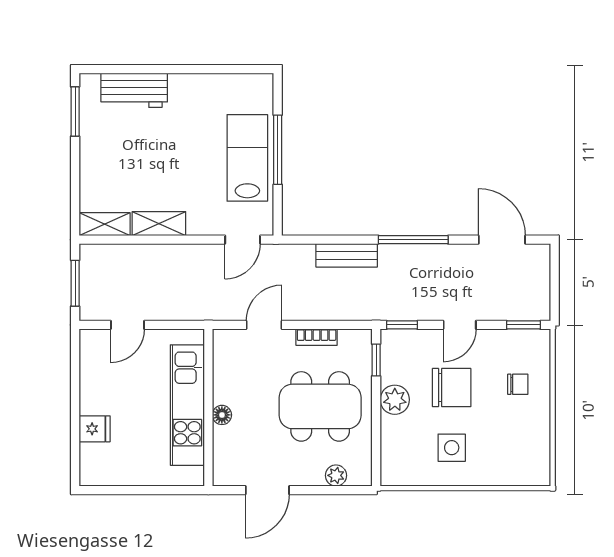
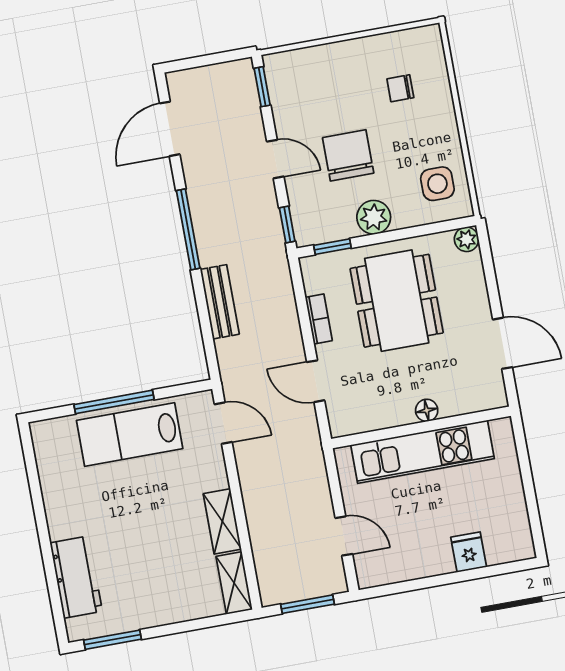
chair: (518, 384) -> (400, 88), moved, turned -90
side table: (452, 448) -> (437, 184), moved
plant: (336, 475) -> (467, 239), moved

